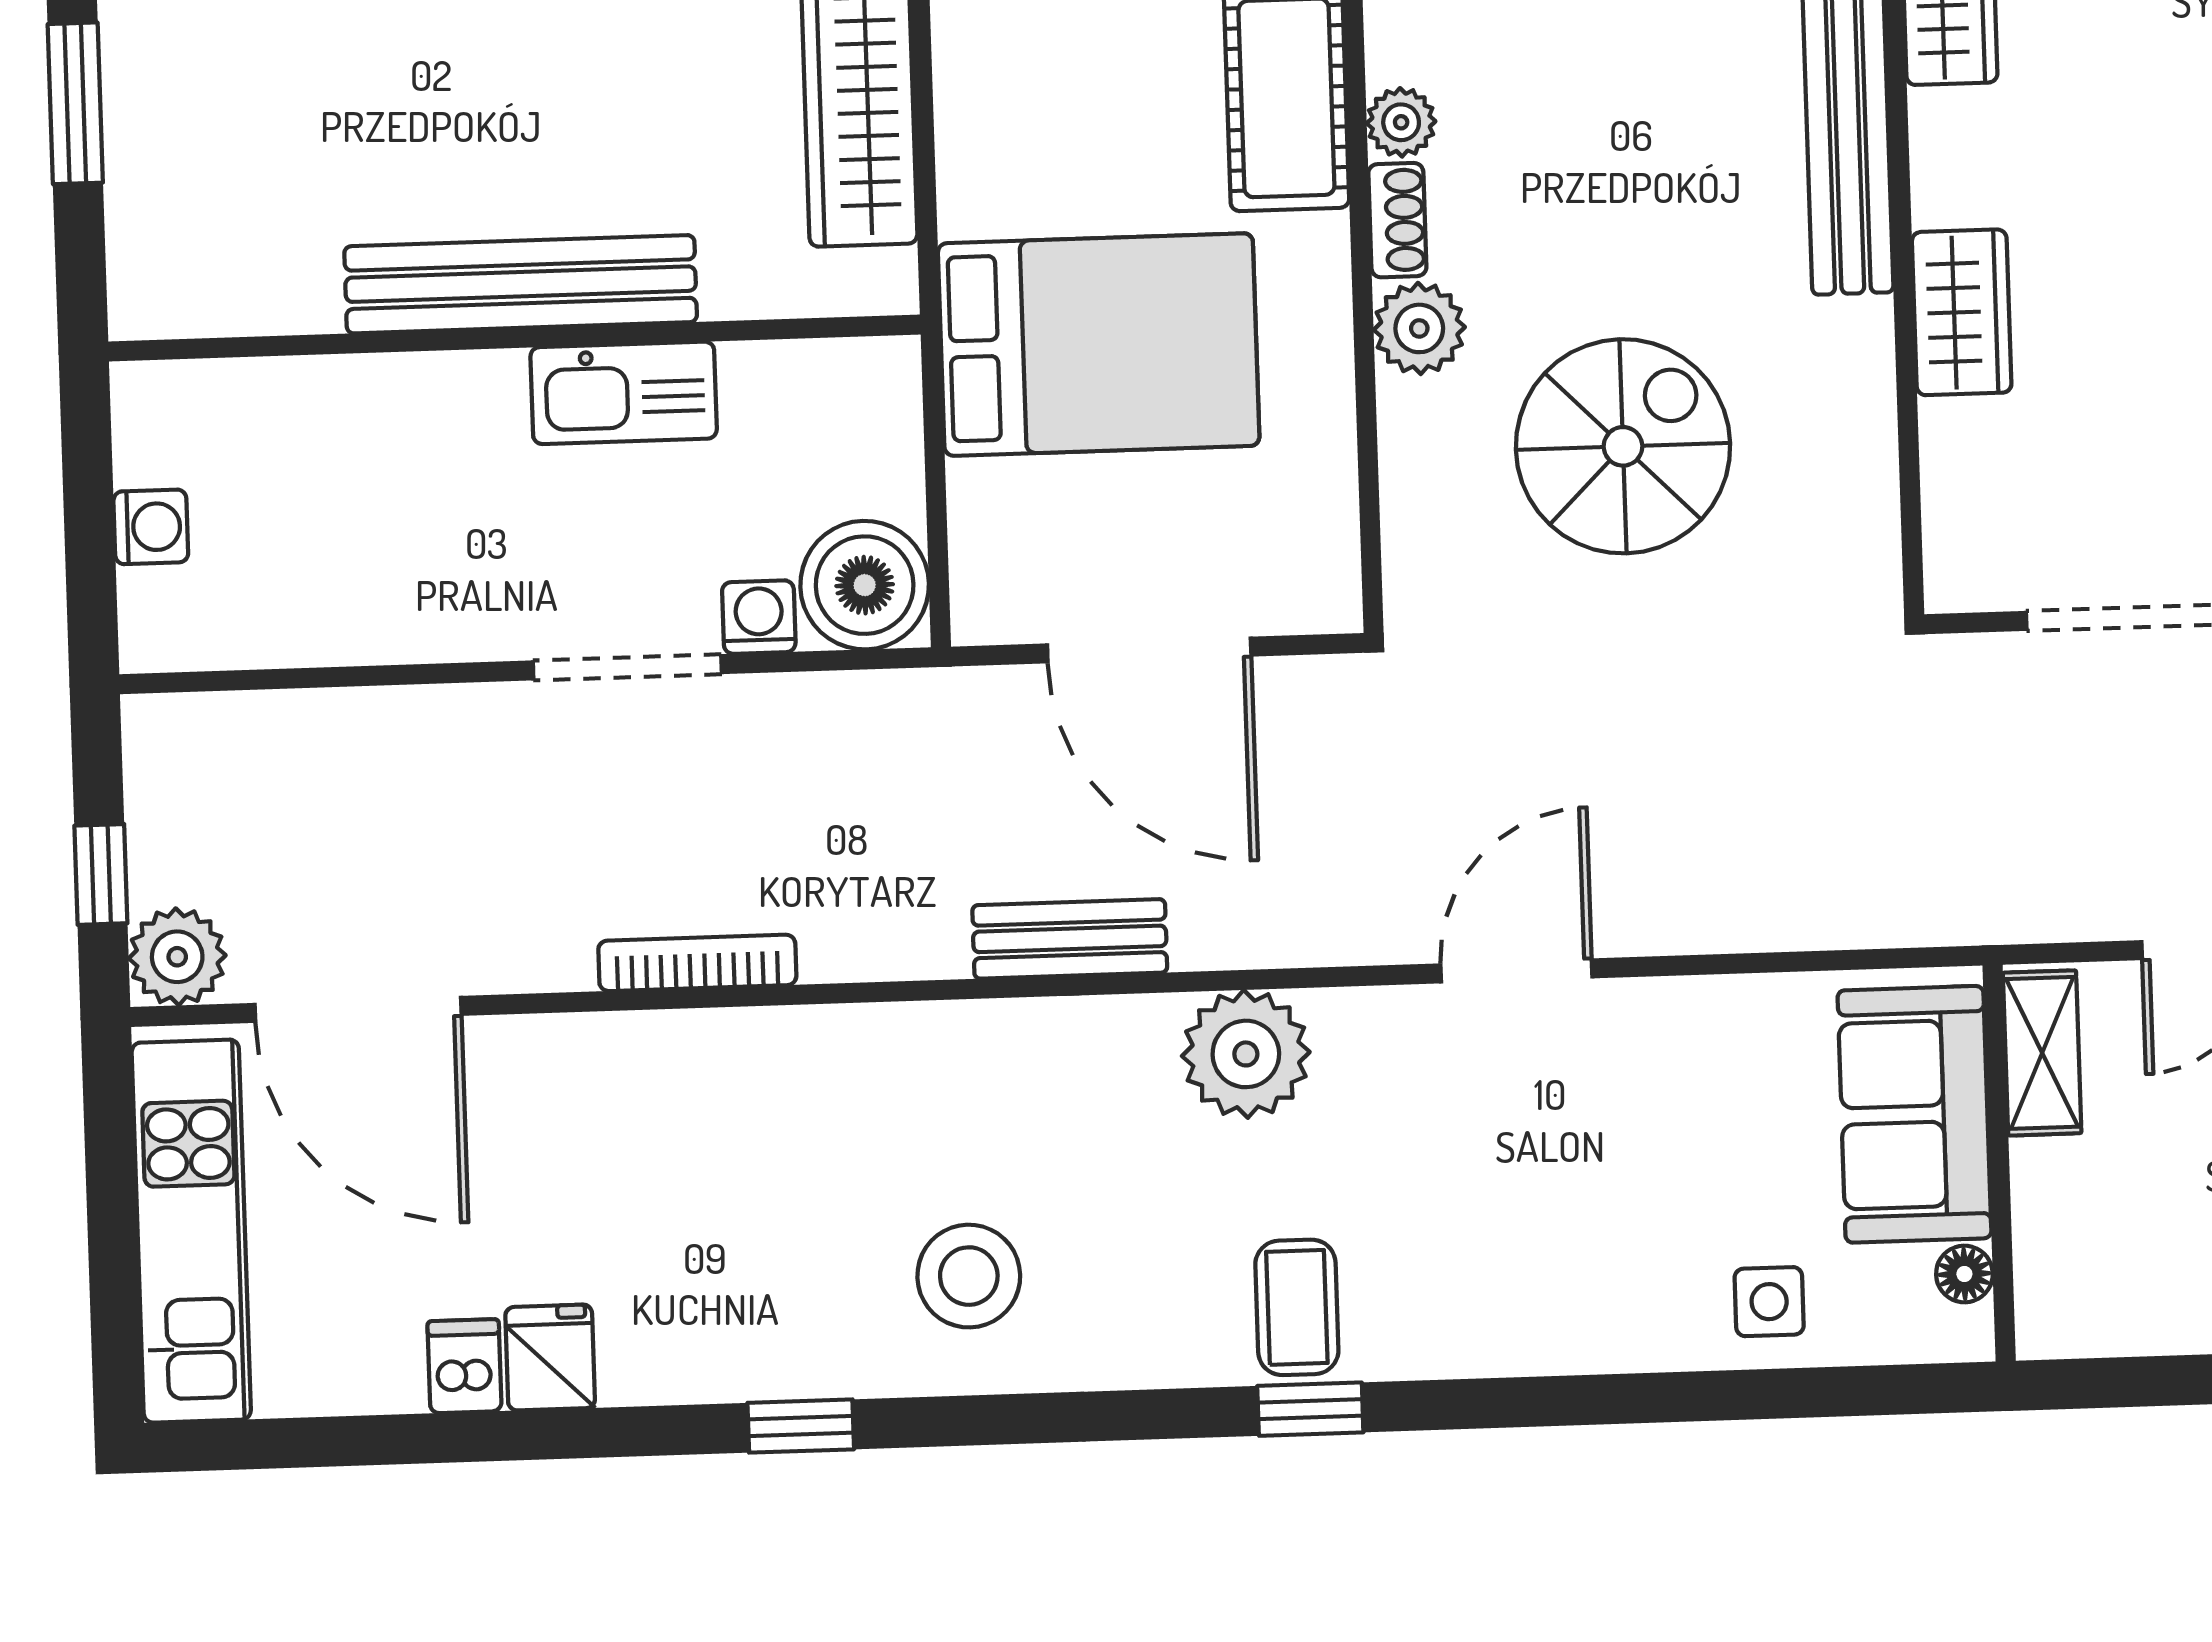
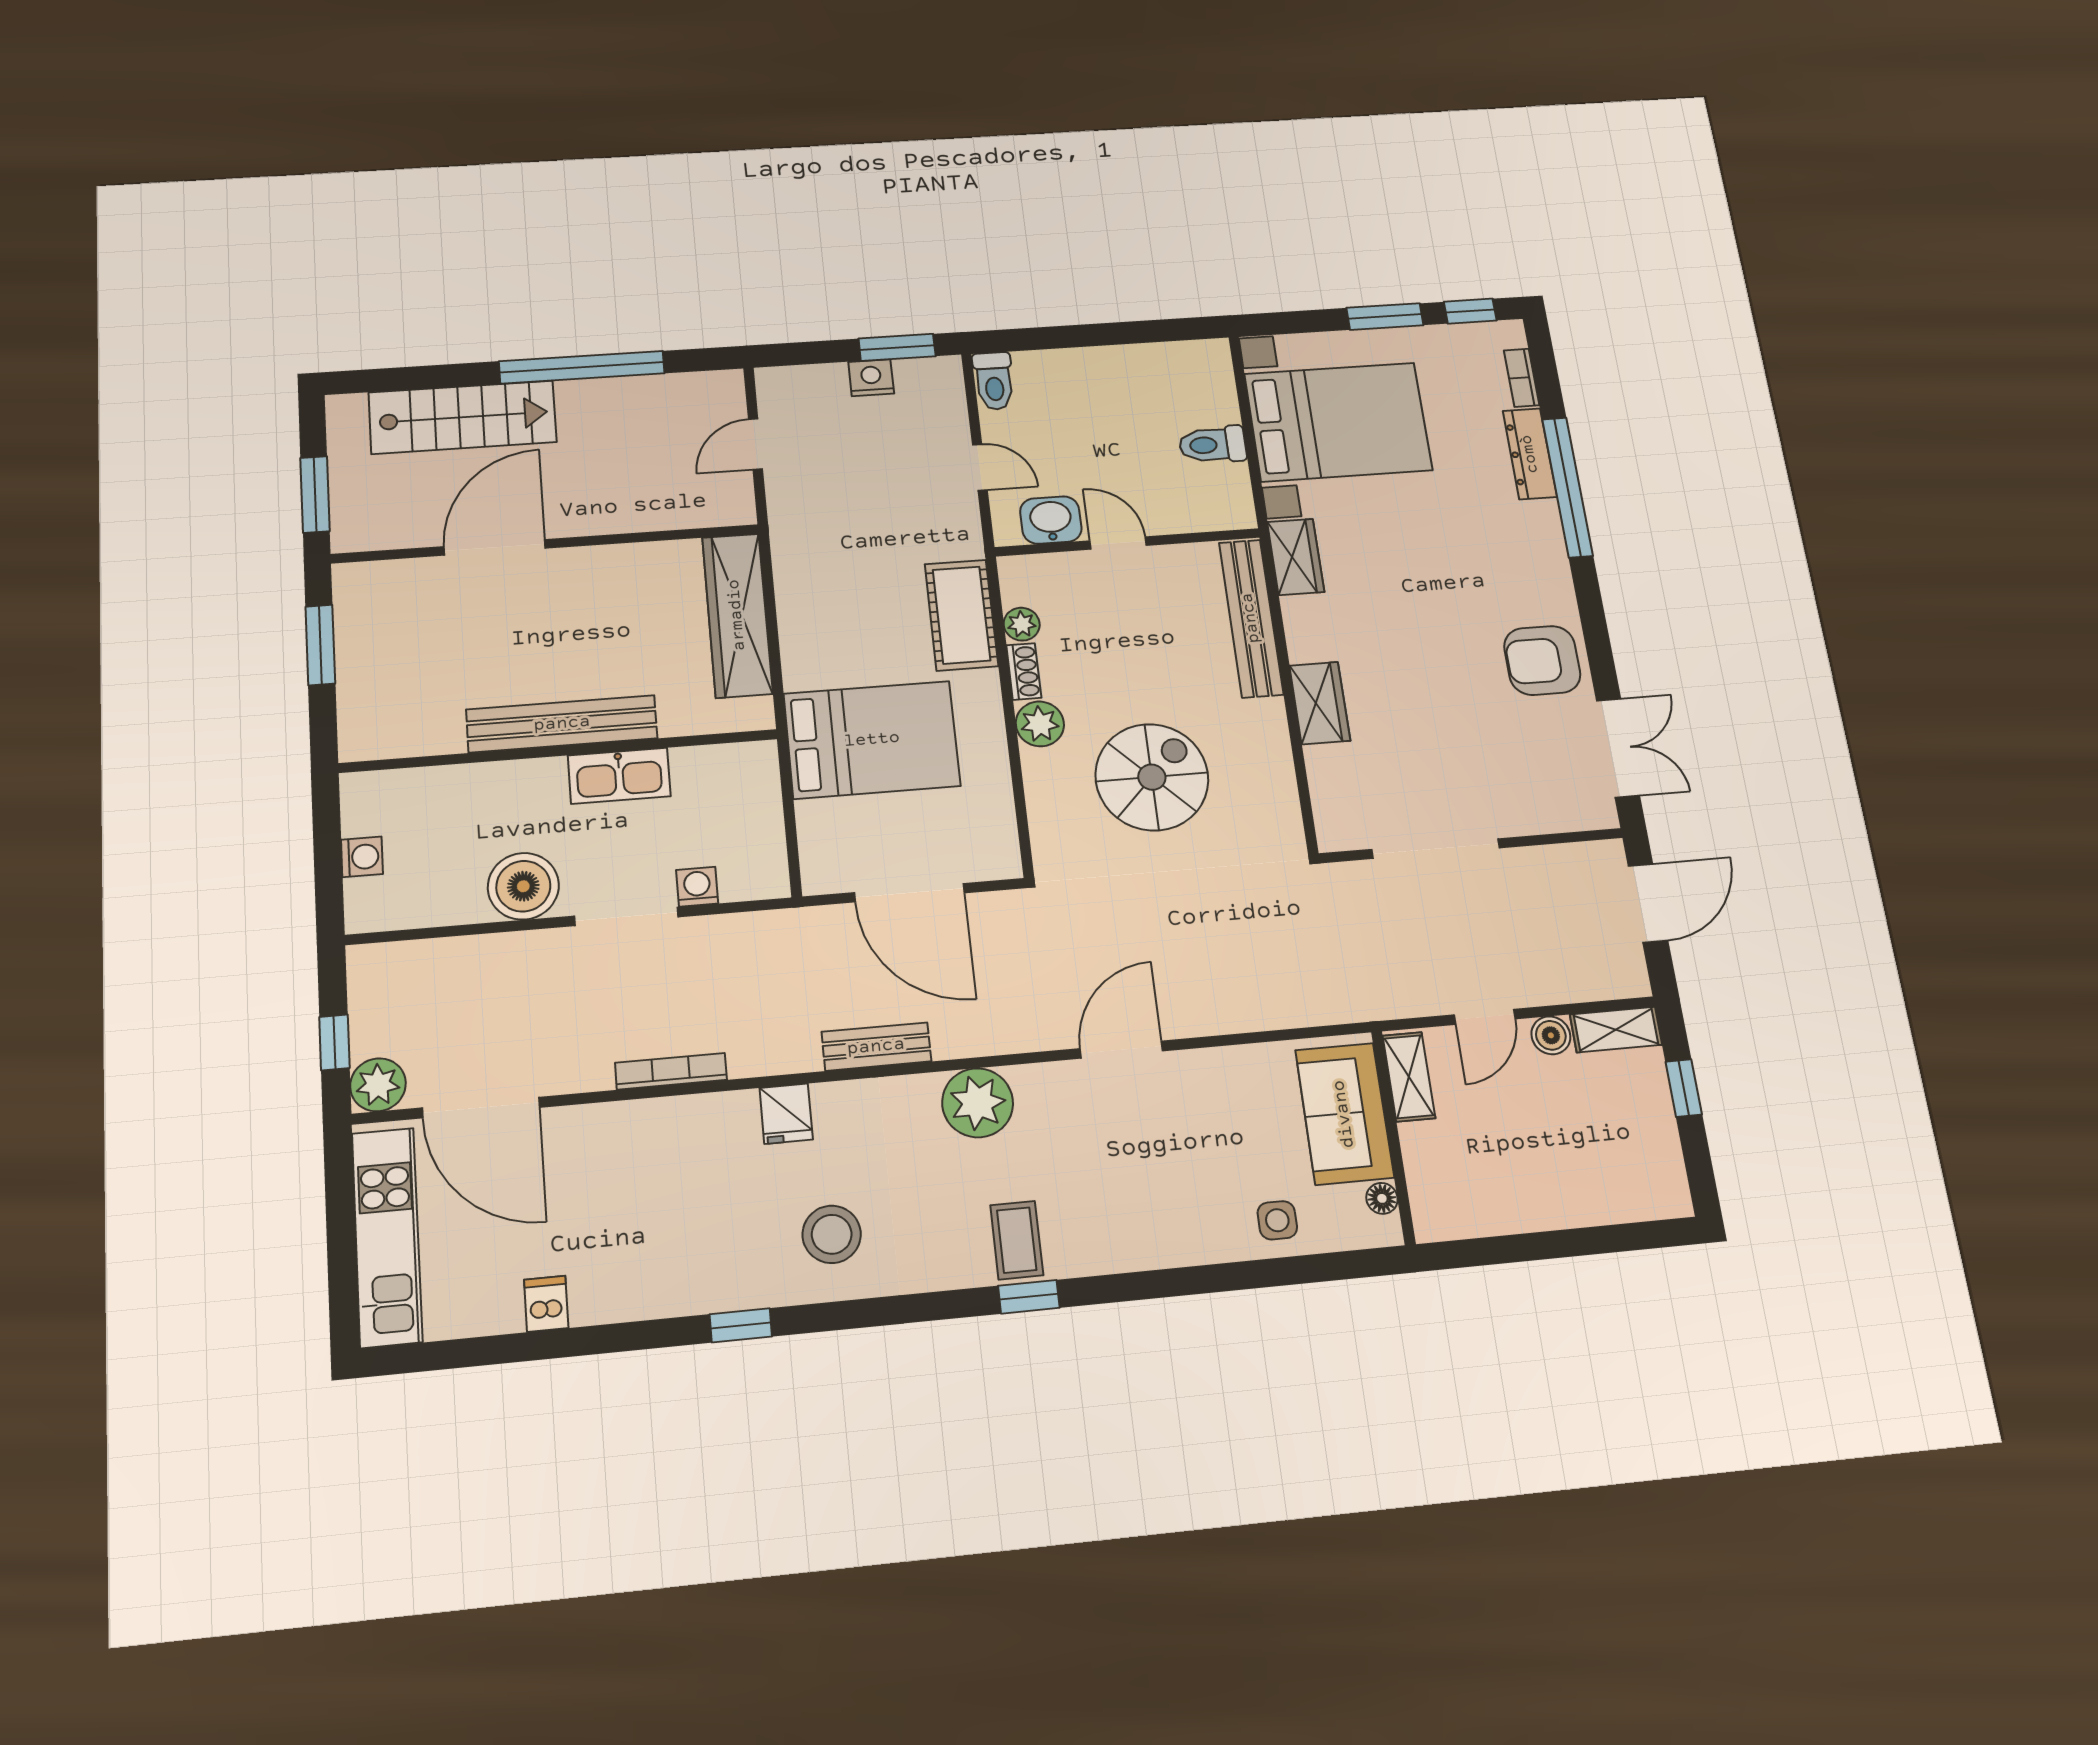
boiler: (865, 585) -> (523, 886), moved
fridge: (550, 1358) -> (786, 1114), moved, turned 180

